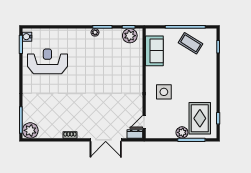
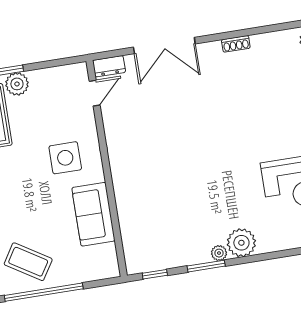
plant: (130, 36) -> (241, 243), moved
sofa: (154, 51) -> (93, 214), moved
double door: (106, 140) -> (164, 46), swing flipped

